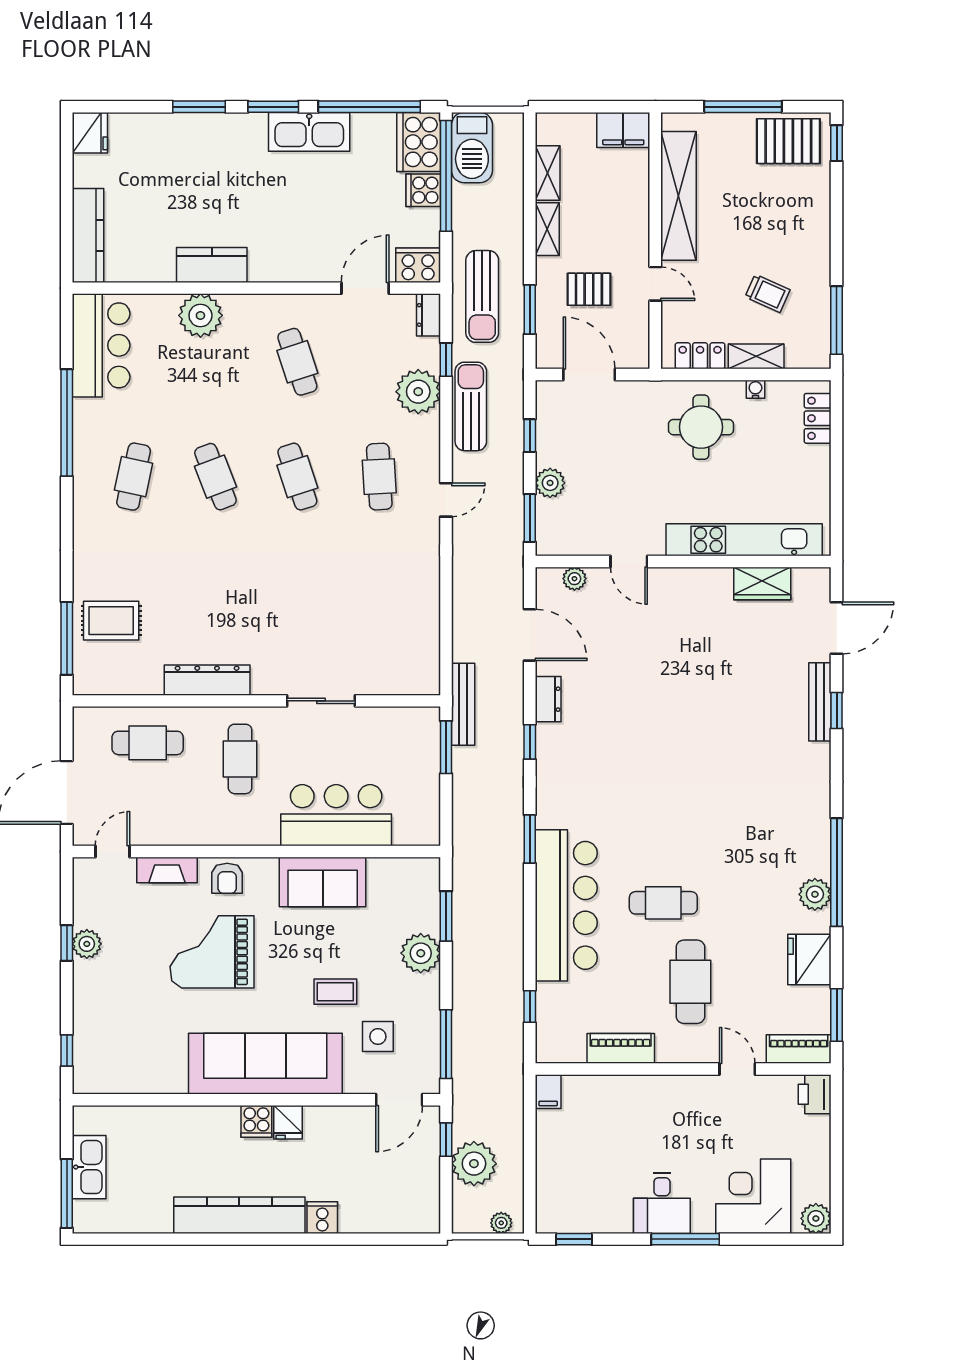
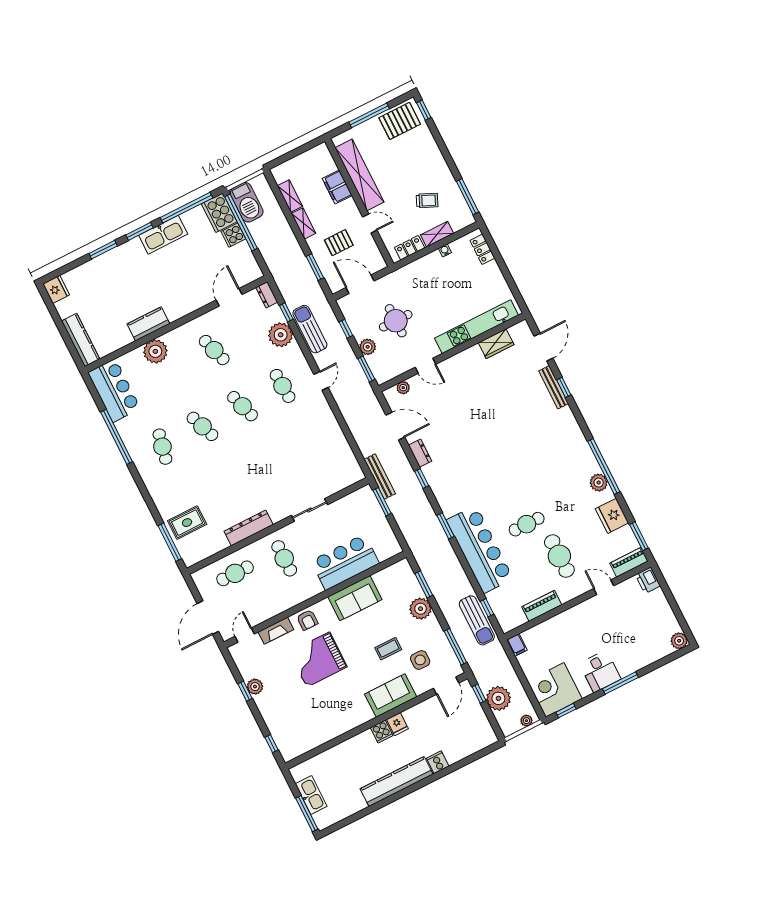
filing cabinet: (623, 130) -> (337, 187), moved, turned 90
cooker: (418, 265) -> (249, 273), removed
sun lounger: (482, 296) -> (477, 620), moved
round table: (701, 427) -> (396, 321), moved
sofa: (265, 1064) -> (391, 696), width x0.54, depth x0.79
corner desk: (753, 1196) -> (555, 690), moved

